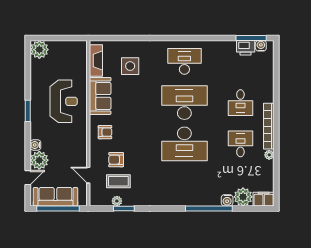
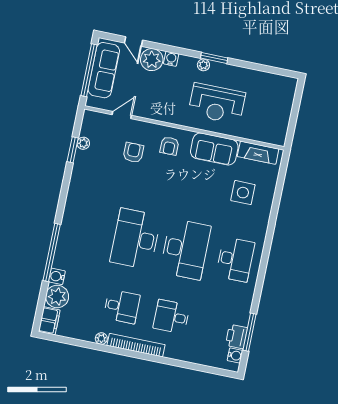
window: (251, 38) -> (250, 332), moved
plant: (39, 50) -> (203, 65), moved, width x0.53, depth x0.53
coffee table: (118, 181) -> (107, 150), removed

